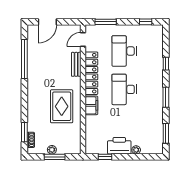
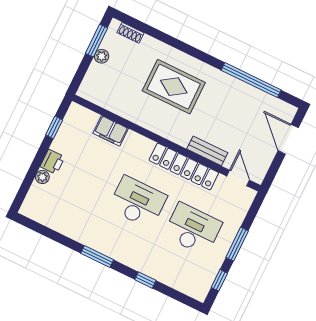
window: (106, 22) -> (237, 244), moved
filing cabinet: (91, 105) -> (111, 131), moved
rug: (62, 106) -> (174, 87), moved
window: (24, 132) -> (146, 29), removed
window: (166, 133) -> (45, 231), removed
printer: (119, 146) -> (52, 162), width x0.53, depth x0.68
window: (55, 157) -> (97, 41), moved

